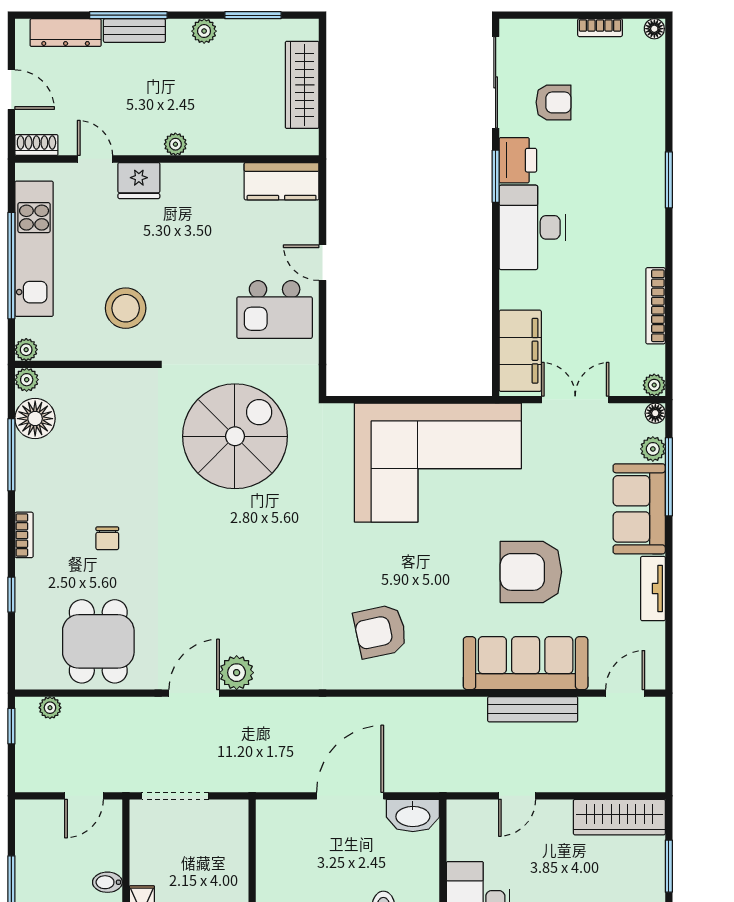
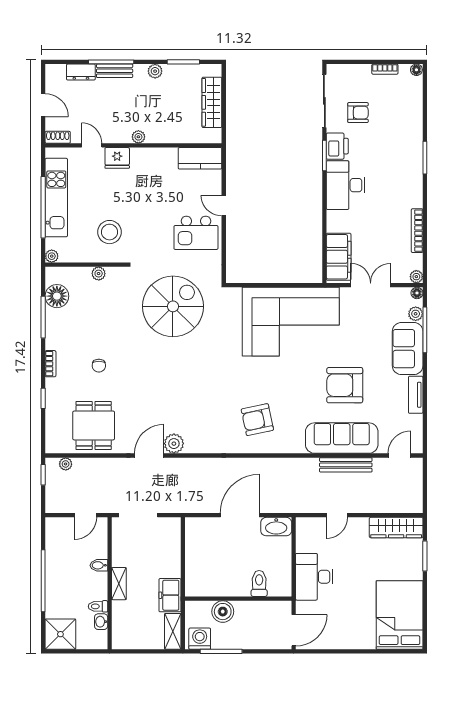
dresser: (66, 33) -> (81, 72), width x0.70
plant: (27, 380) -> (99, 274), moved

